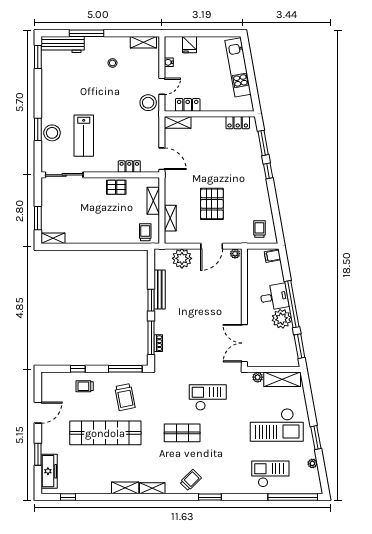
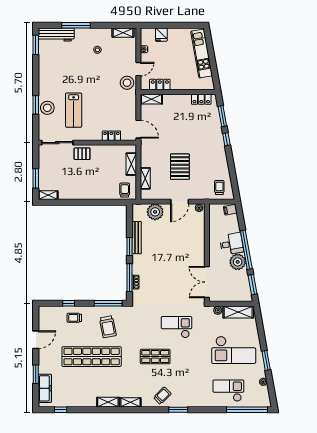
pallet: (116, 187) -> (82, 154), moved

